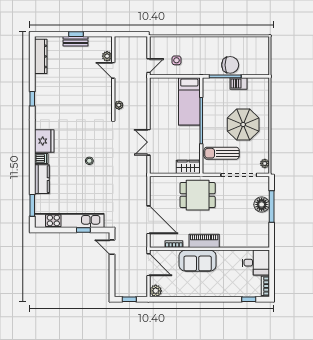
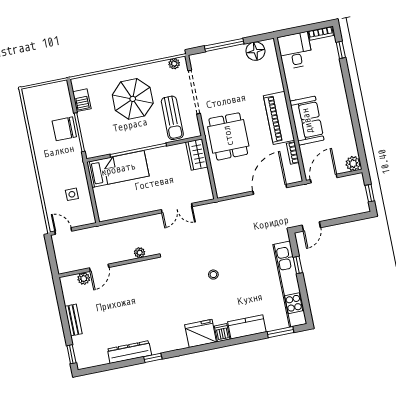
window: (76, 34) -> (71, 354), moved
dresser: (41, 56) -> (129, 352), moved
chair: (230, 65) -> (64, 129), turned -90
door: (148, 66) -> (63, 231), moved
barbecue: (239, 84) -> (82, 100), moved
floor lamp: (262, 204) -> (255, 51), moved
piano: (204, 241) -> (279, 118), width x1.37, depth x1.33

